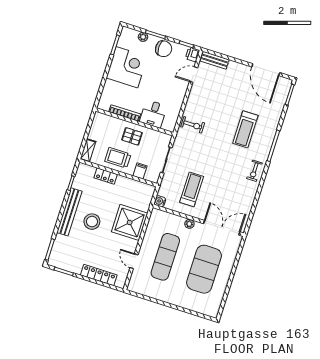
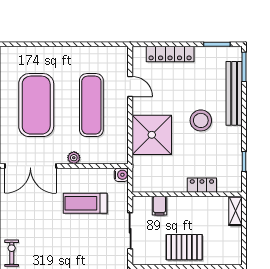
pallet: (132, 136) -> (184, 247), width x1.50, depth x1.42
trolley: (118, 158) -> (194, 214), removed
treadmill: (192, 189) -> (85, 203), turned 90
bench: (69, 212) -> (234, 93), moved

